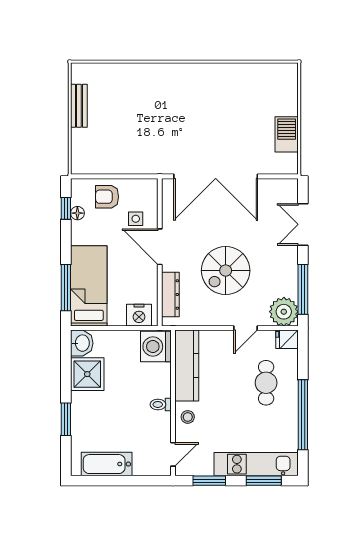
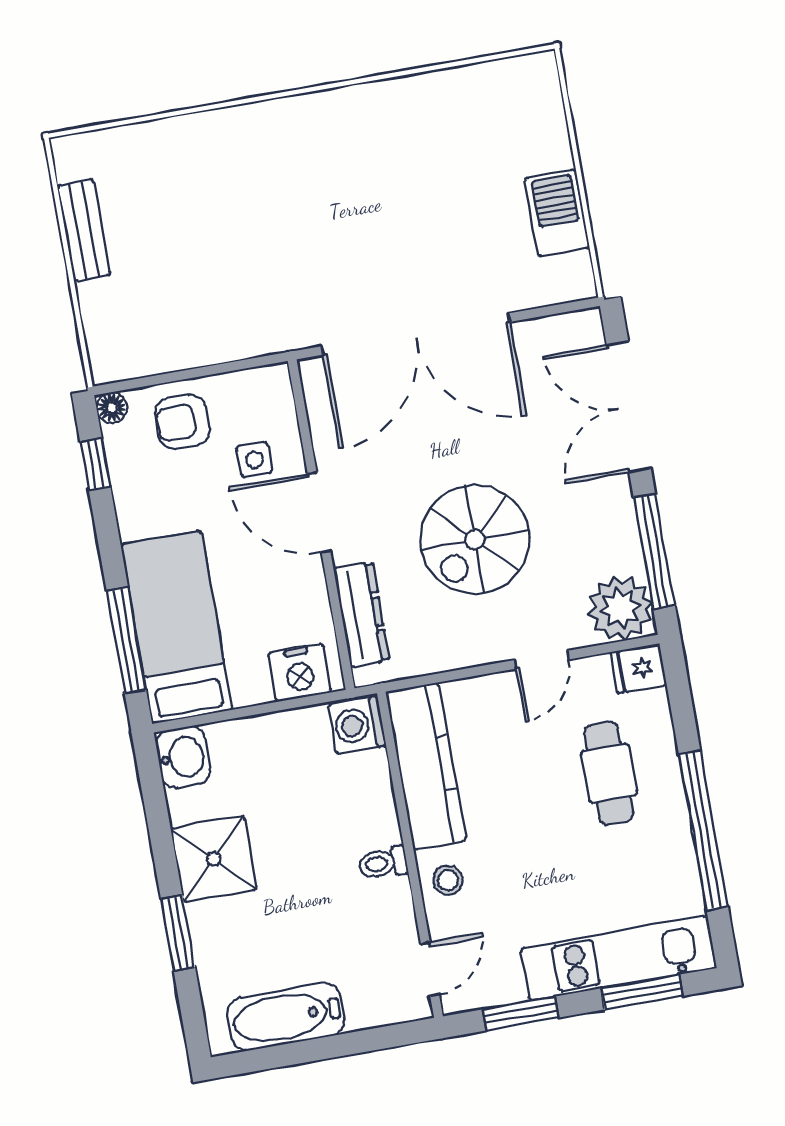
floor lamp: (77, 213) -> (112, 408), moved
double door: (303, 224) -> (629, 407), width x1.37
washing machine: (156, 347) -> (357, 725), width x0.73, depth x0.73
shower: (87, 374) -> (214, 859), moved

